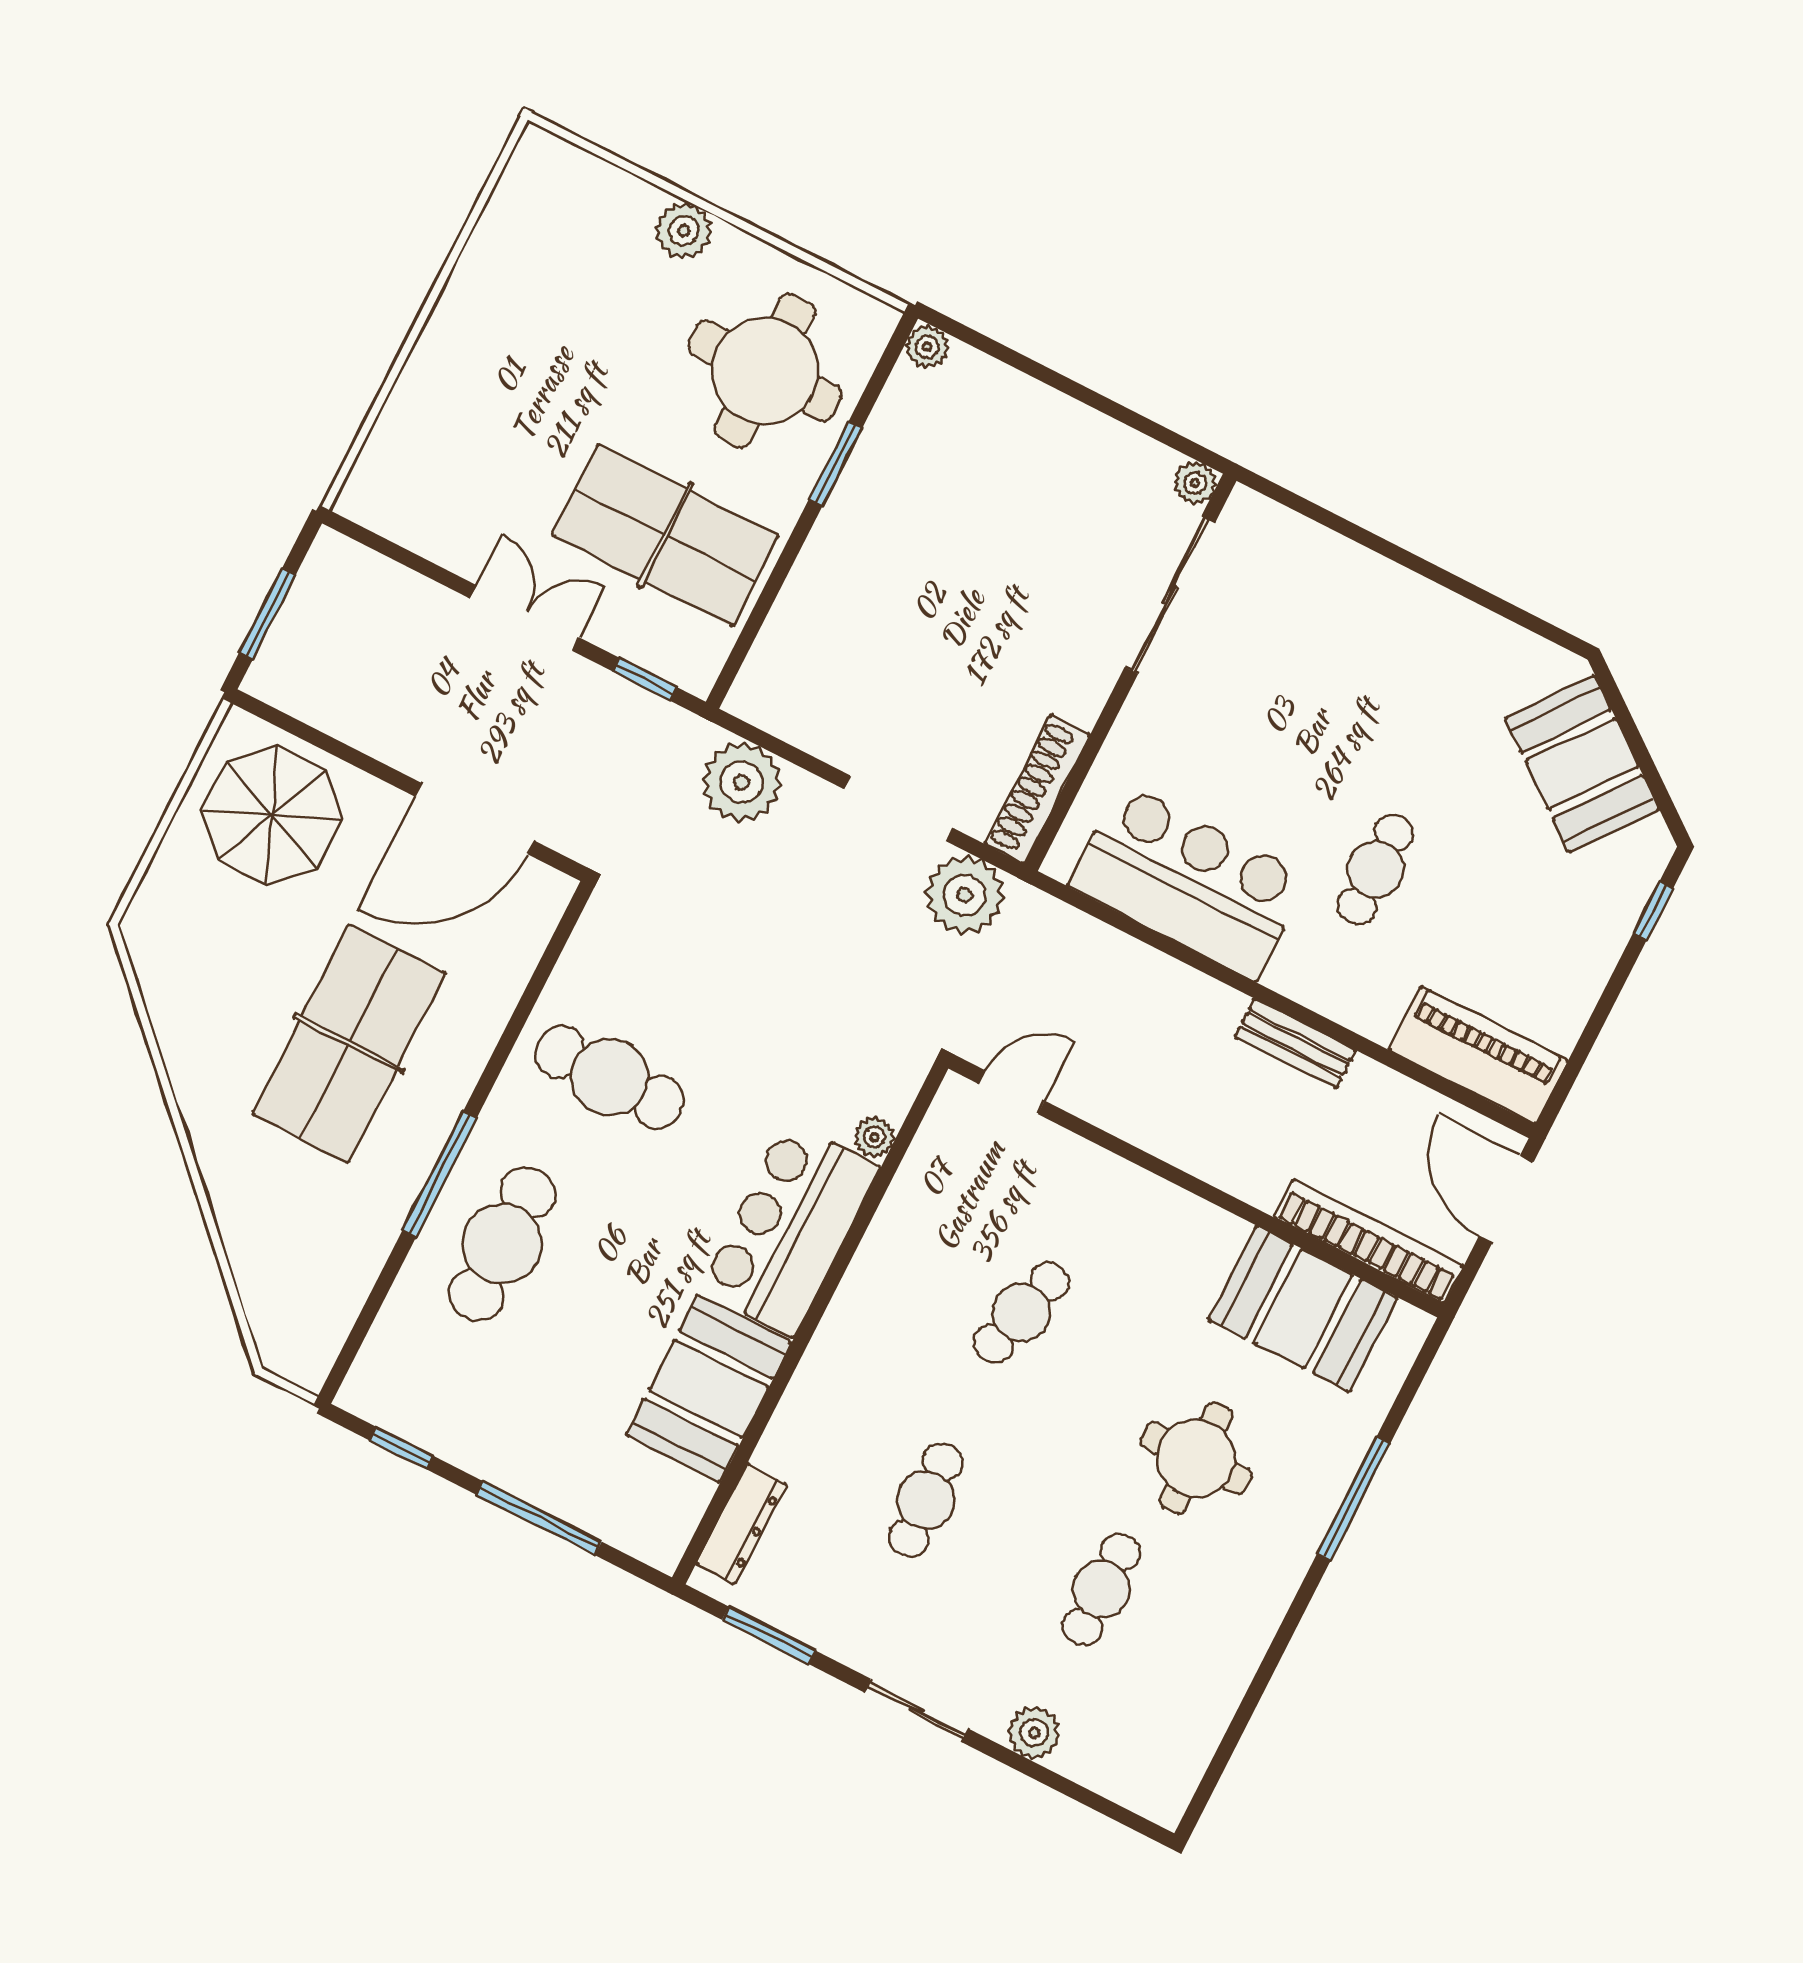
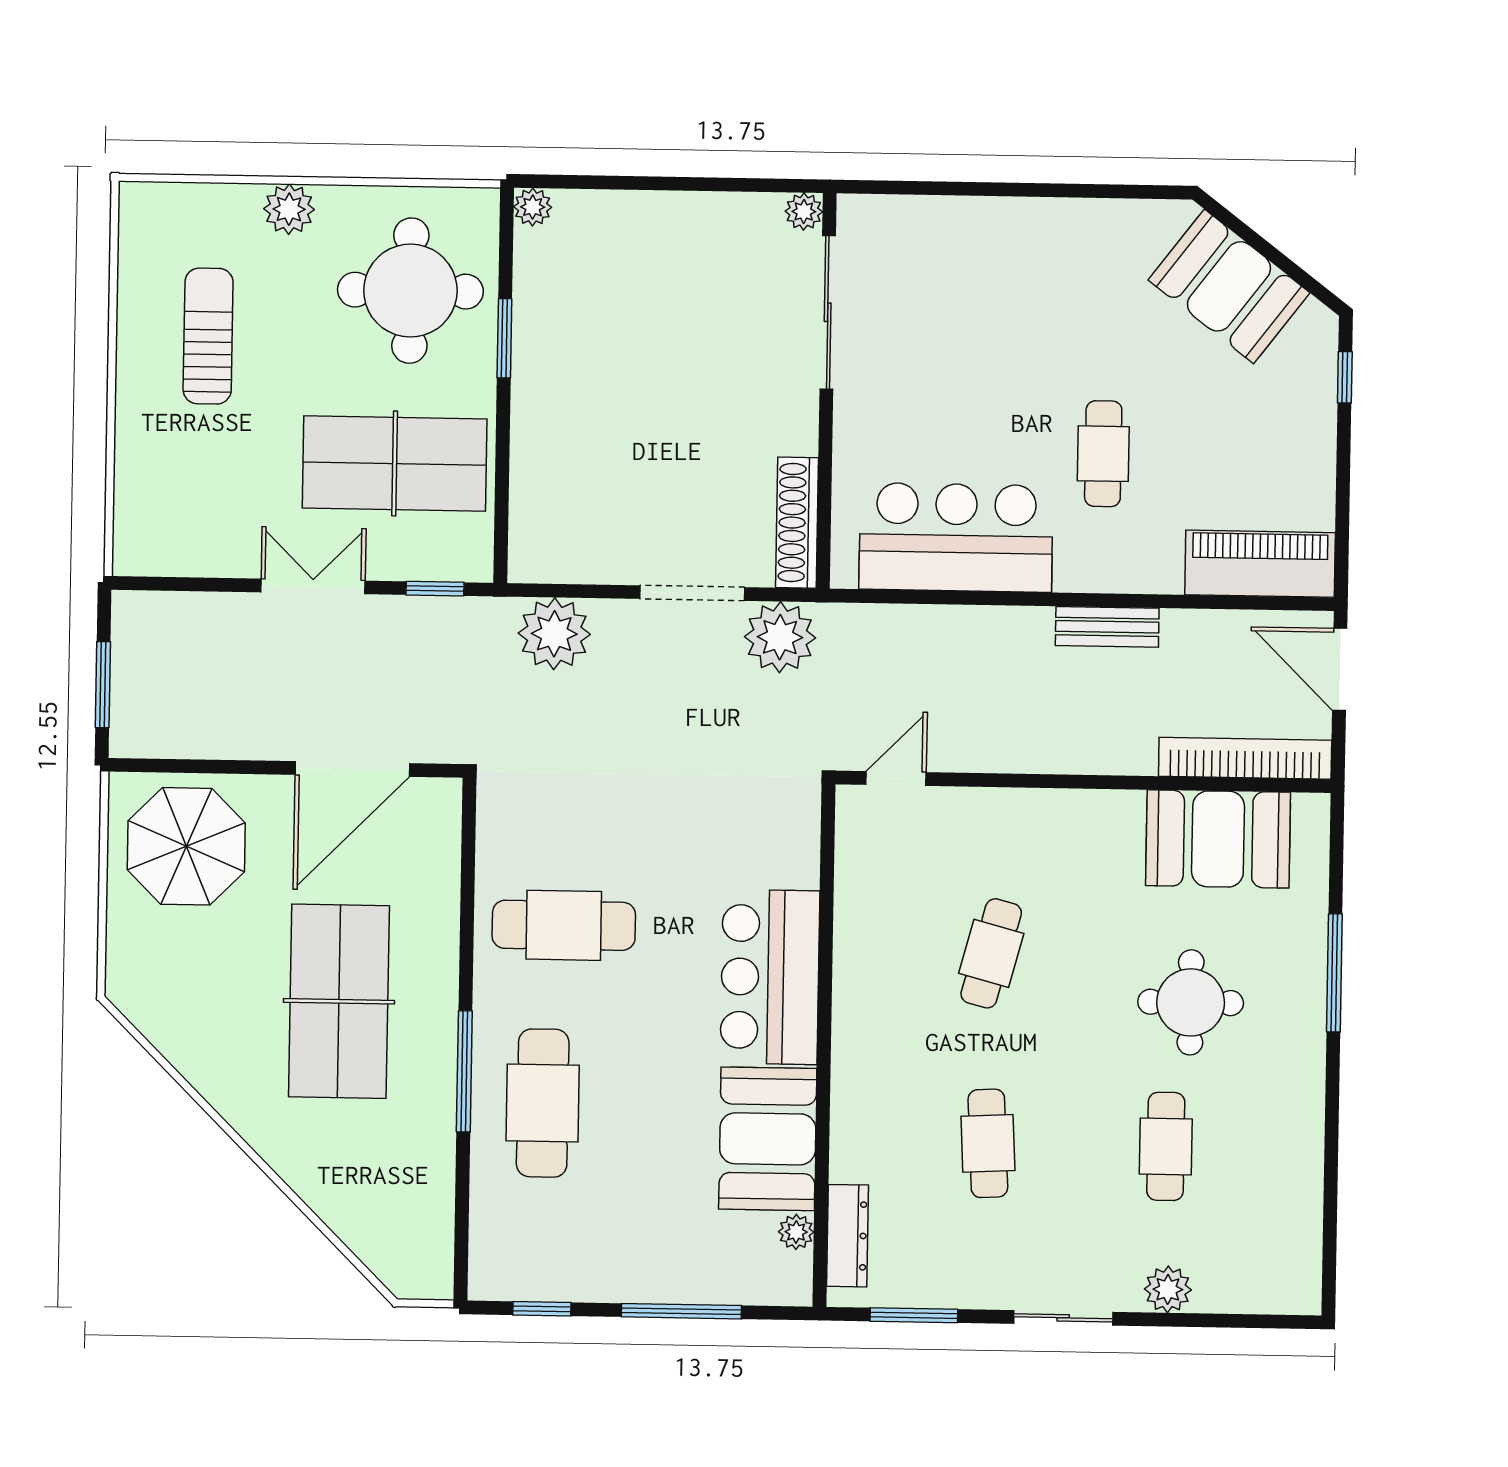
sun lounger: (541, 318) -> (208, 336), added
plant: (874, 1137) -> (796, 1232), moved

